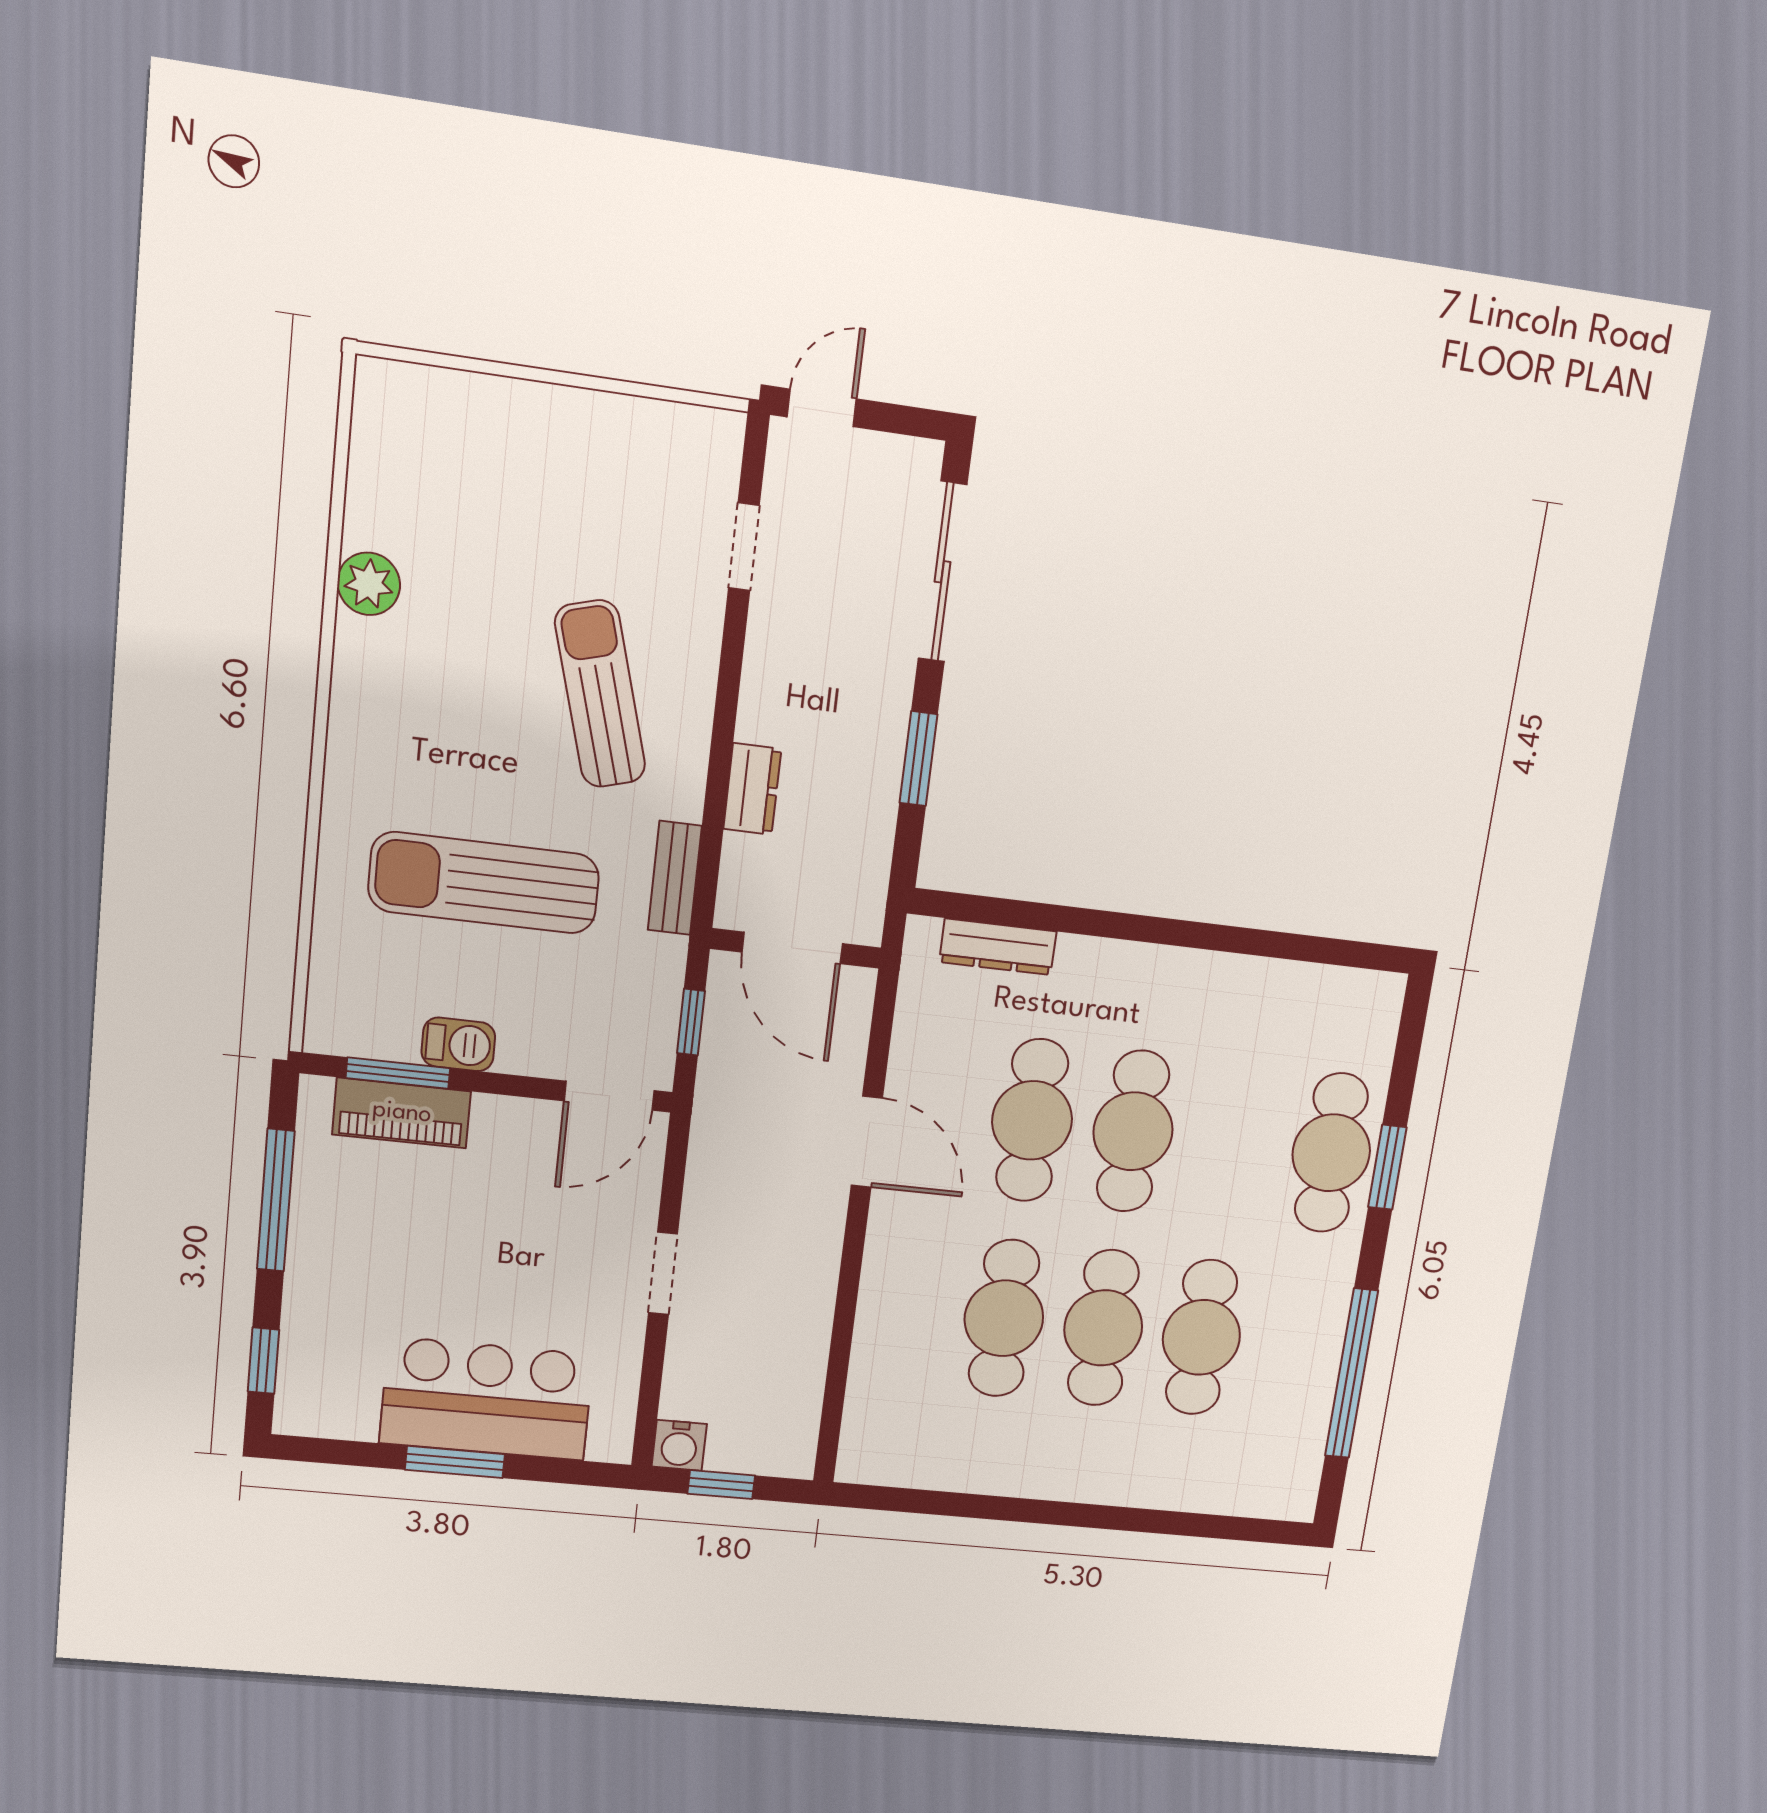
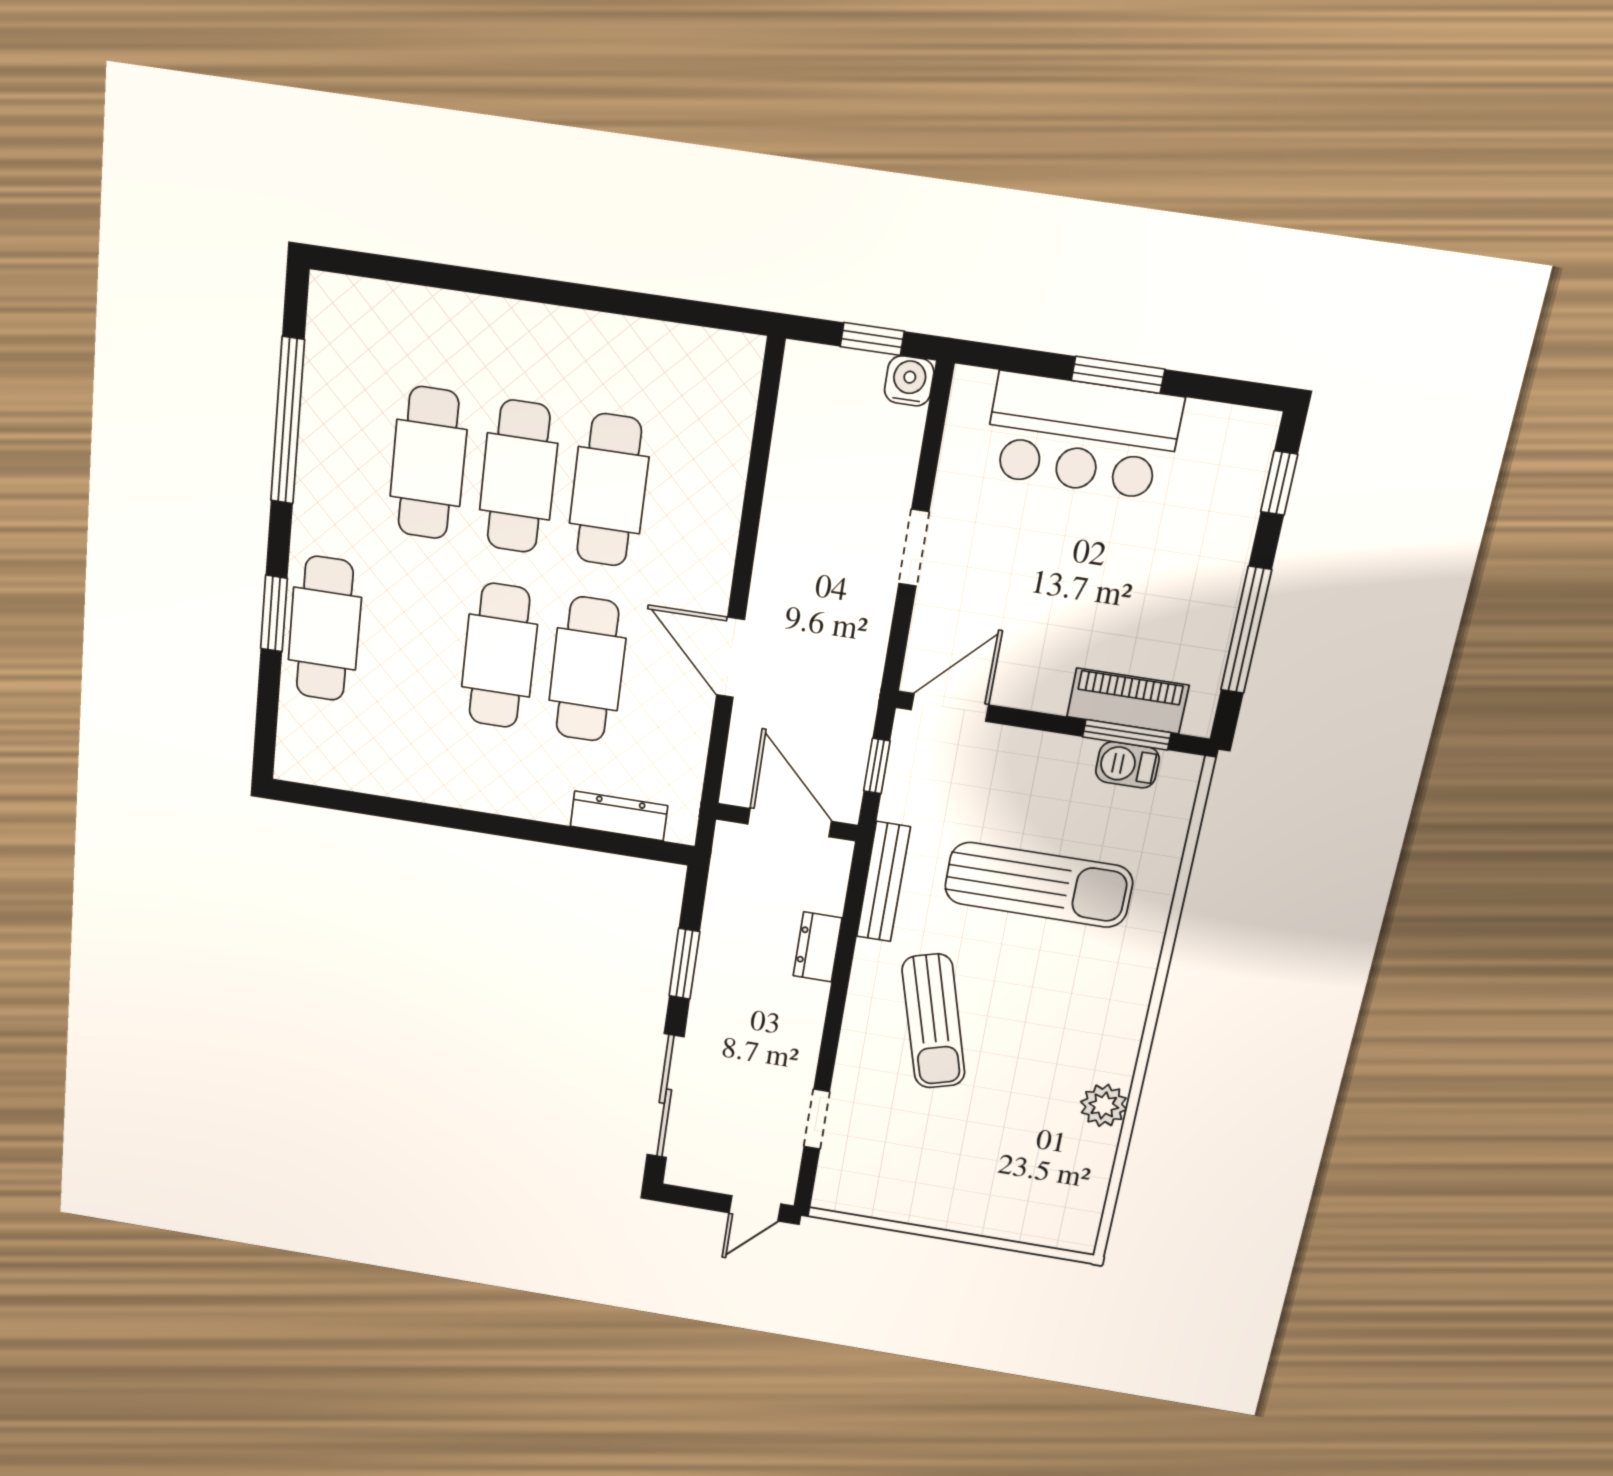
bench: (675, 878) -> (883, 882), width x1.36
barbecue: (458, 1044) -> (1127, 765), moved

